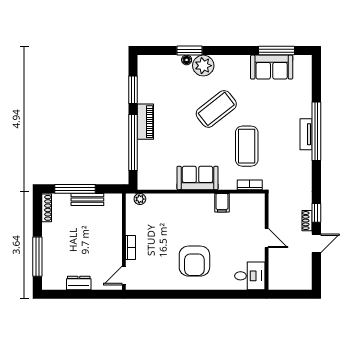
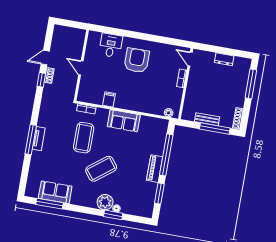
window: (316, 131) -> (31, 140), width x0.68
door: (124, 275) -> (190, 59), swing flipped
desk: (250, 276) -> (111, 45), moved, turned 90

